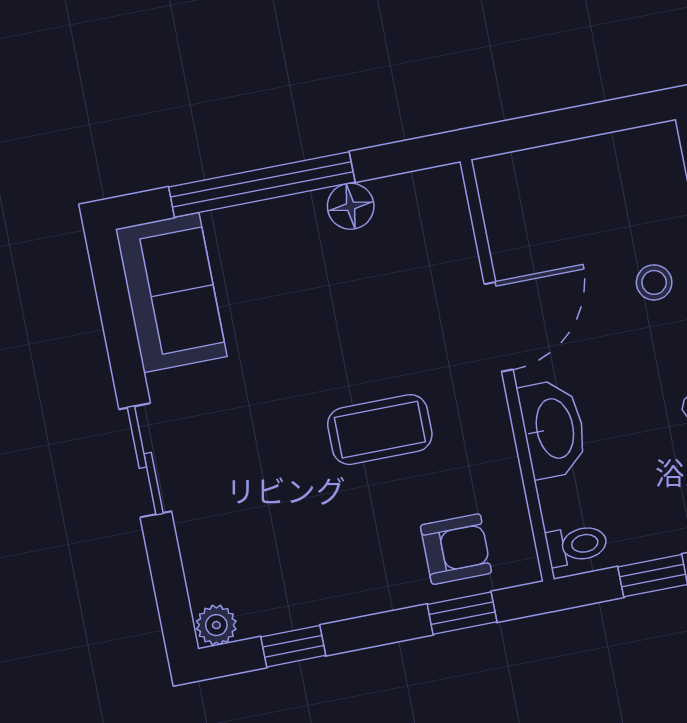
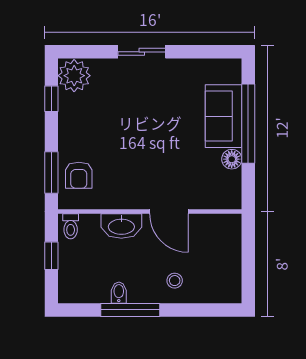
sofa: (171, 293) -> (223, 116), moved, turned 90
coffee table: (380, 430) -> (135, 153), removed
window: (462, 613) -> (51, 172), width x1.50
plant: (216, 625) -> (74, 76), width x1.87, depth x1.87

